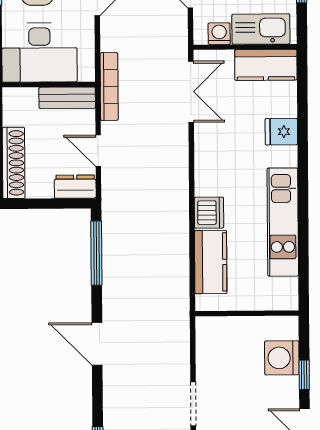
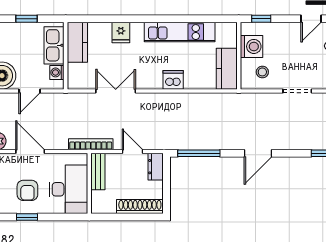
double door: (191, 92) -> (116, 91), moved
door: (98, 151) -> (132, 152), swing flipped
kitchen counter: (211, 262) -> (227, 69), moved, turned -90
stool: (222, 350) -> (262, 72), added
washing machine: (282, 358) -> (252, 46), moved, turned -90
window: (304, 375) -> (261, 19), moved

